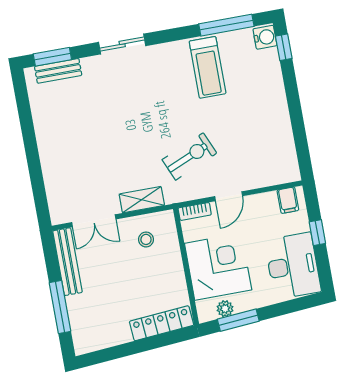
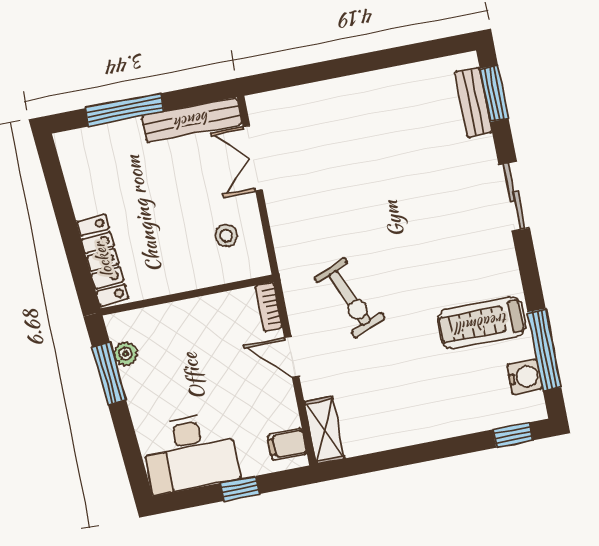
water cooler: (265, 37) -> (525, 377), moved, turned -90
shelving: (142, 200) -> (324, 430), moved
corner desk: (218, 267) -> (187, 342), removed

